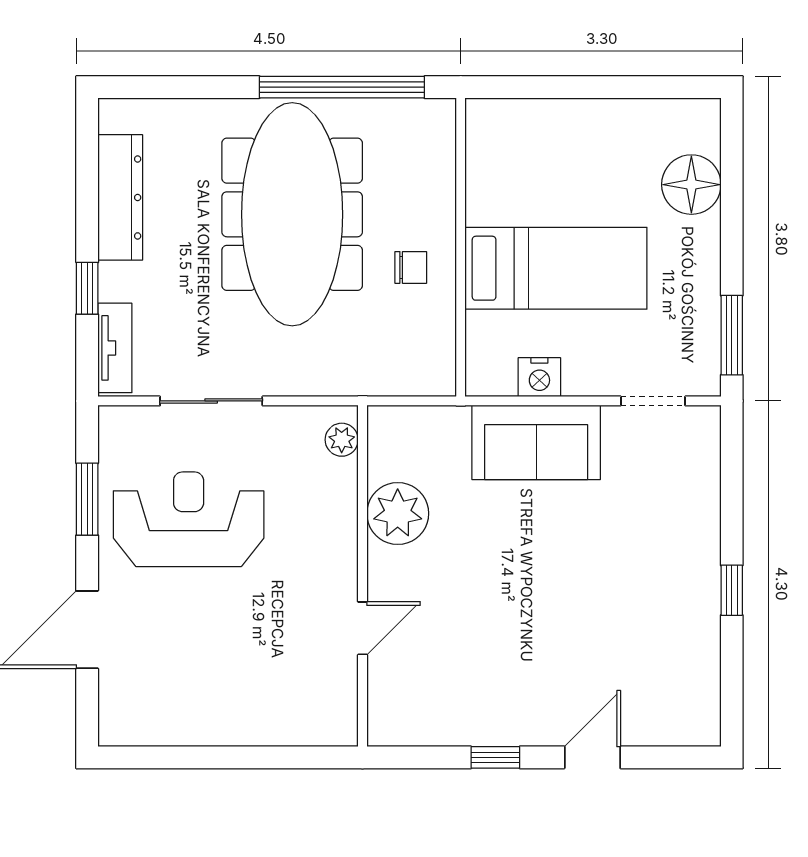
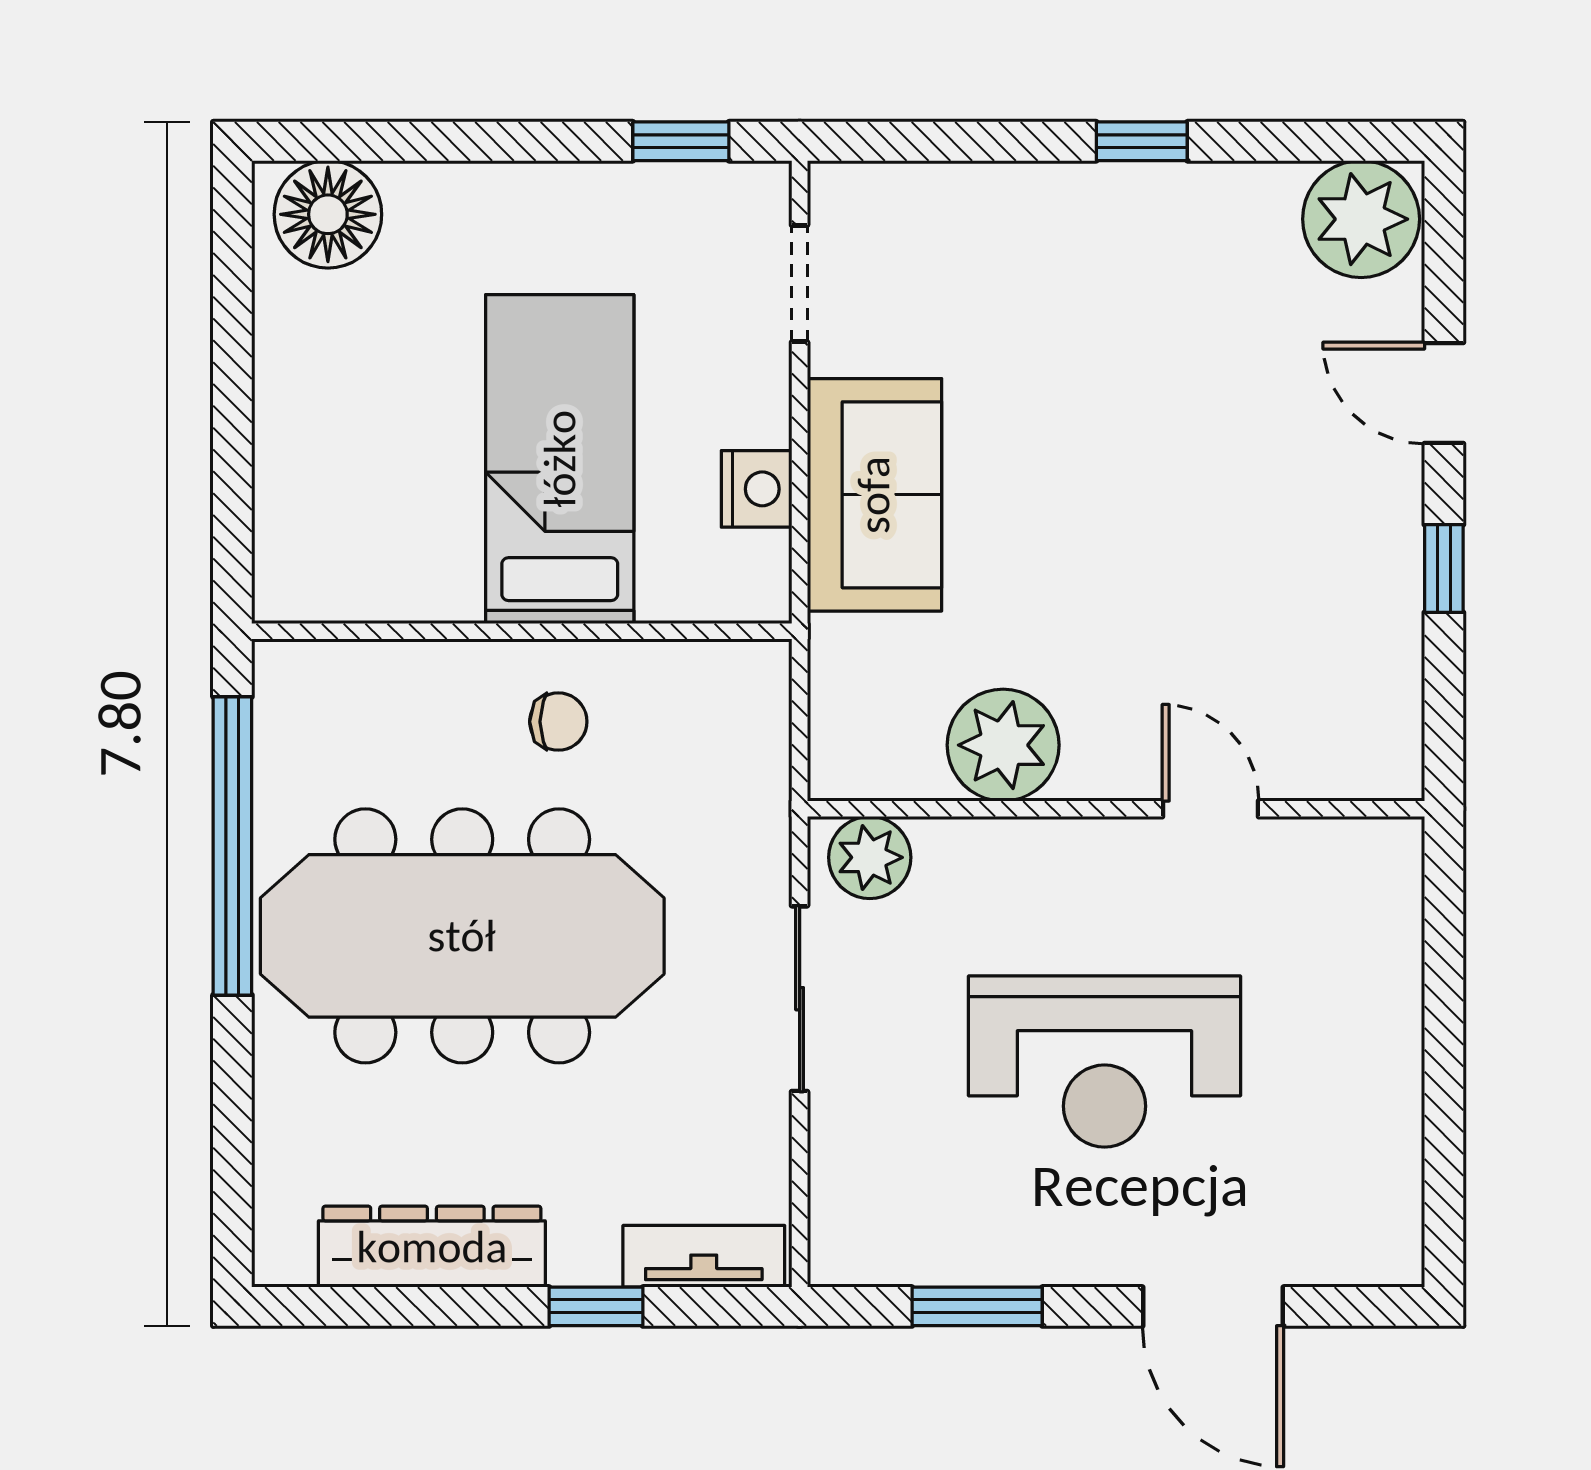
floor lamp: (691, 185) -> (328, 214), moved
chair: (411, 267) -> (558, 722), turned 90
window: (732, 335) -> (681, 141), width x0.67
sliding door: (211, 401) -> (800, 999), moved
plant: (342, 440) -> (870, 857), width x1.38, depth x1.38
reception desk: (189, 519) -> (1104, 1062), moved, turned -90
plant: (689, 712) -> (1361, 219), added

